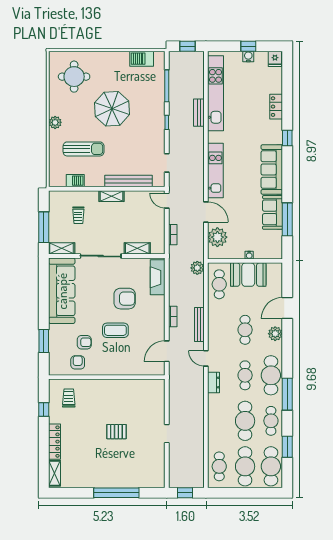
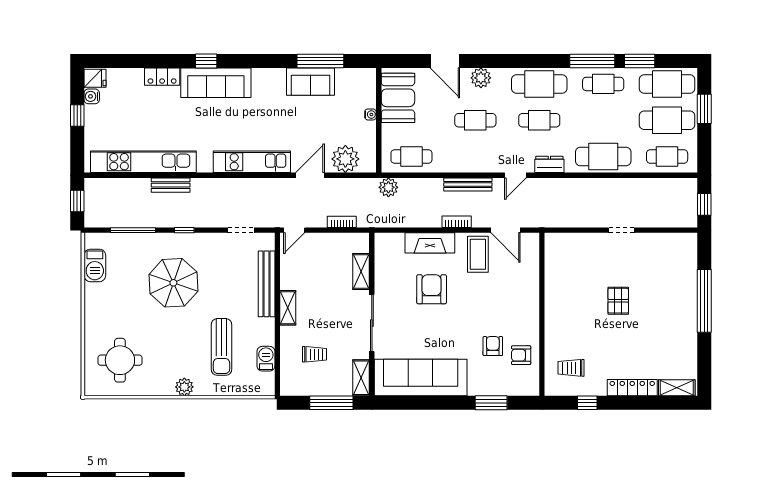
water cooler: (248, 56) -> (92, 96), moved
parasol: (112, 109) -> (173, 283), moved
sun lounger: (84, 149) -> (222, 347), turned 180
sofa: (272, 169) -> (216, 83), moved
booth: (248, 275) -> (398, 98), moved
fireplace: (158, 277) -> (430, 243), moved
coffee table: (115, 330) -> (478, 254), moved
window: (287, 394) -> (592, 61), moved
cafe table: (245, 421) -> (603, 156), moved
window: (253, 493) -> (704, 109), added

